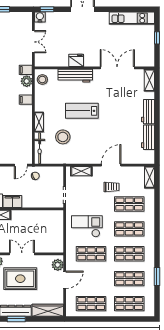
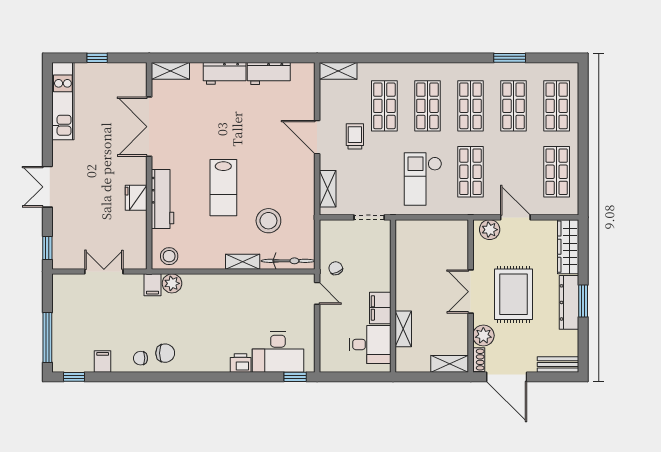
water cooler: (40, 17) -> (61, 260), removed
filing cabinet: (26, 100) -> (204, 285), removed

